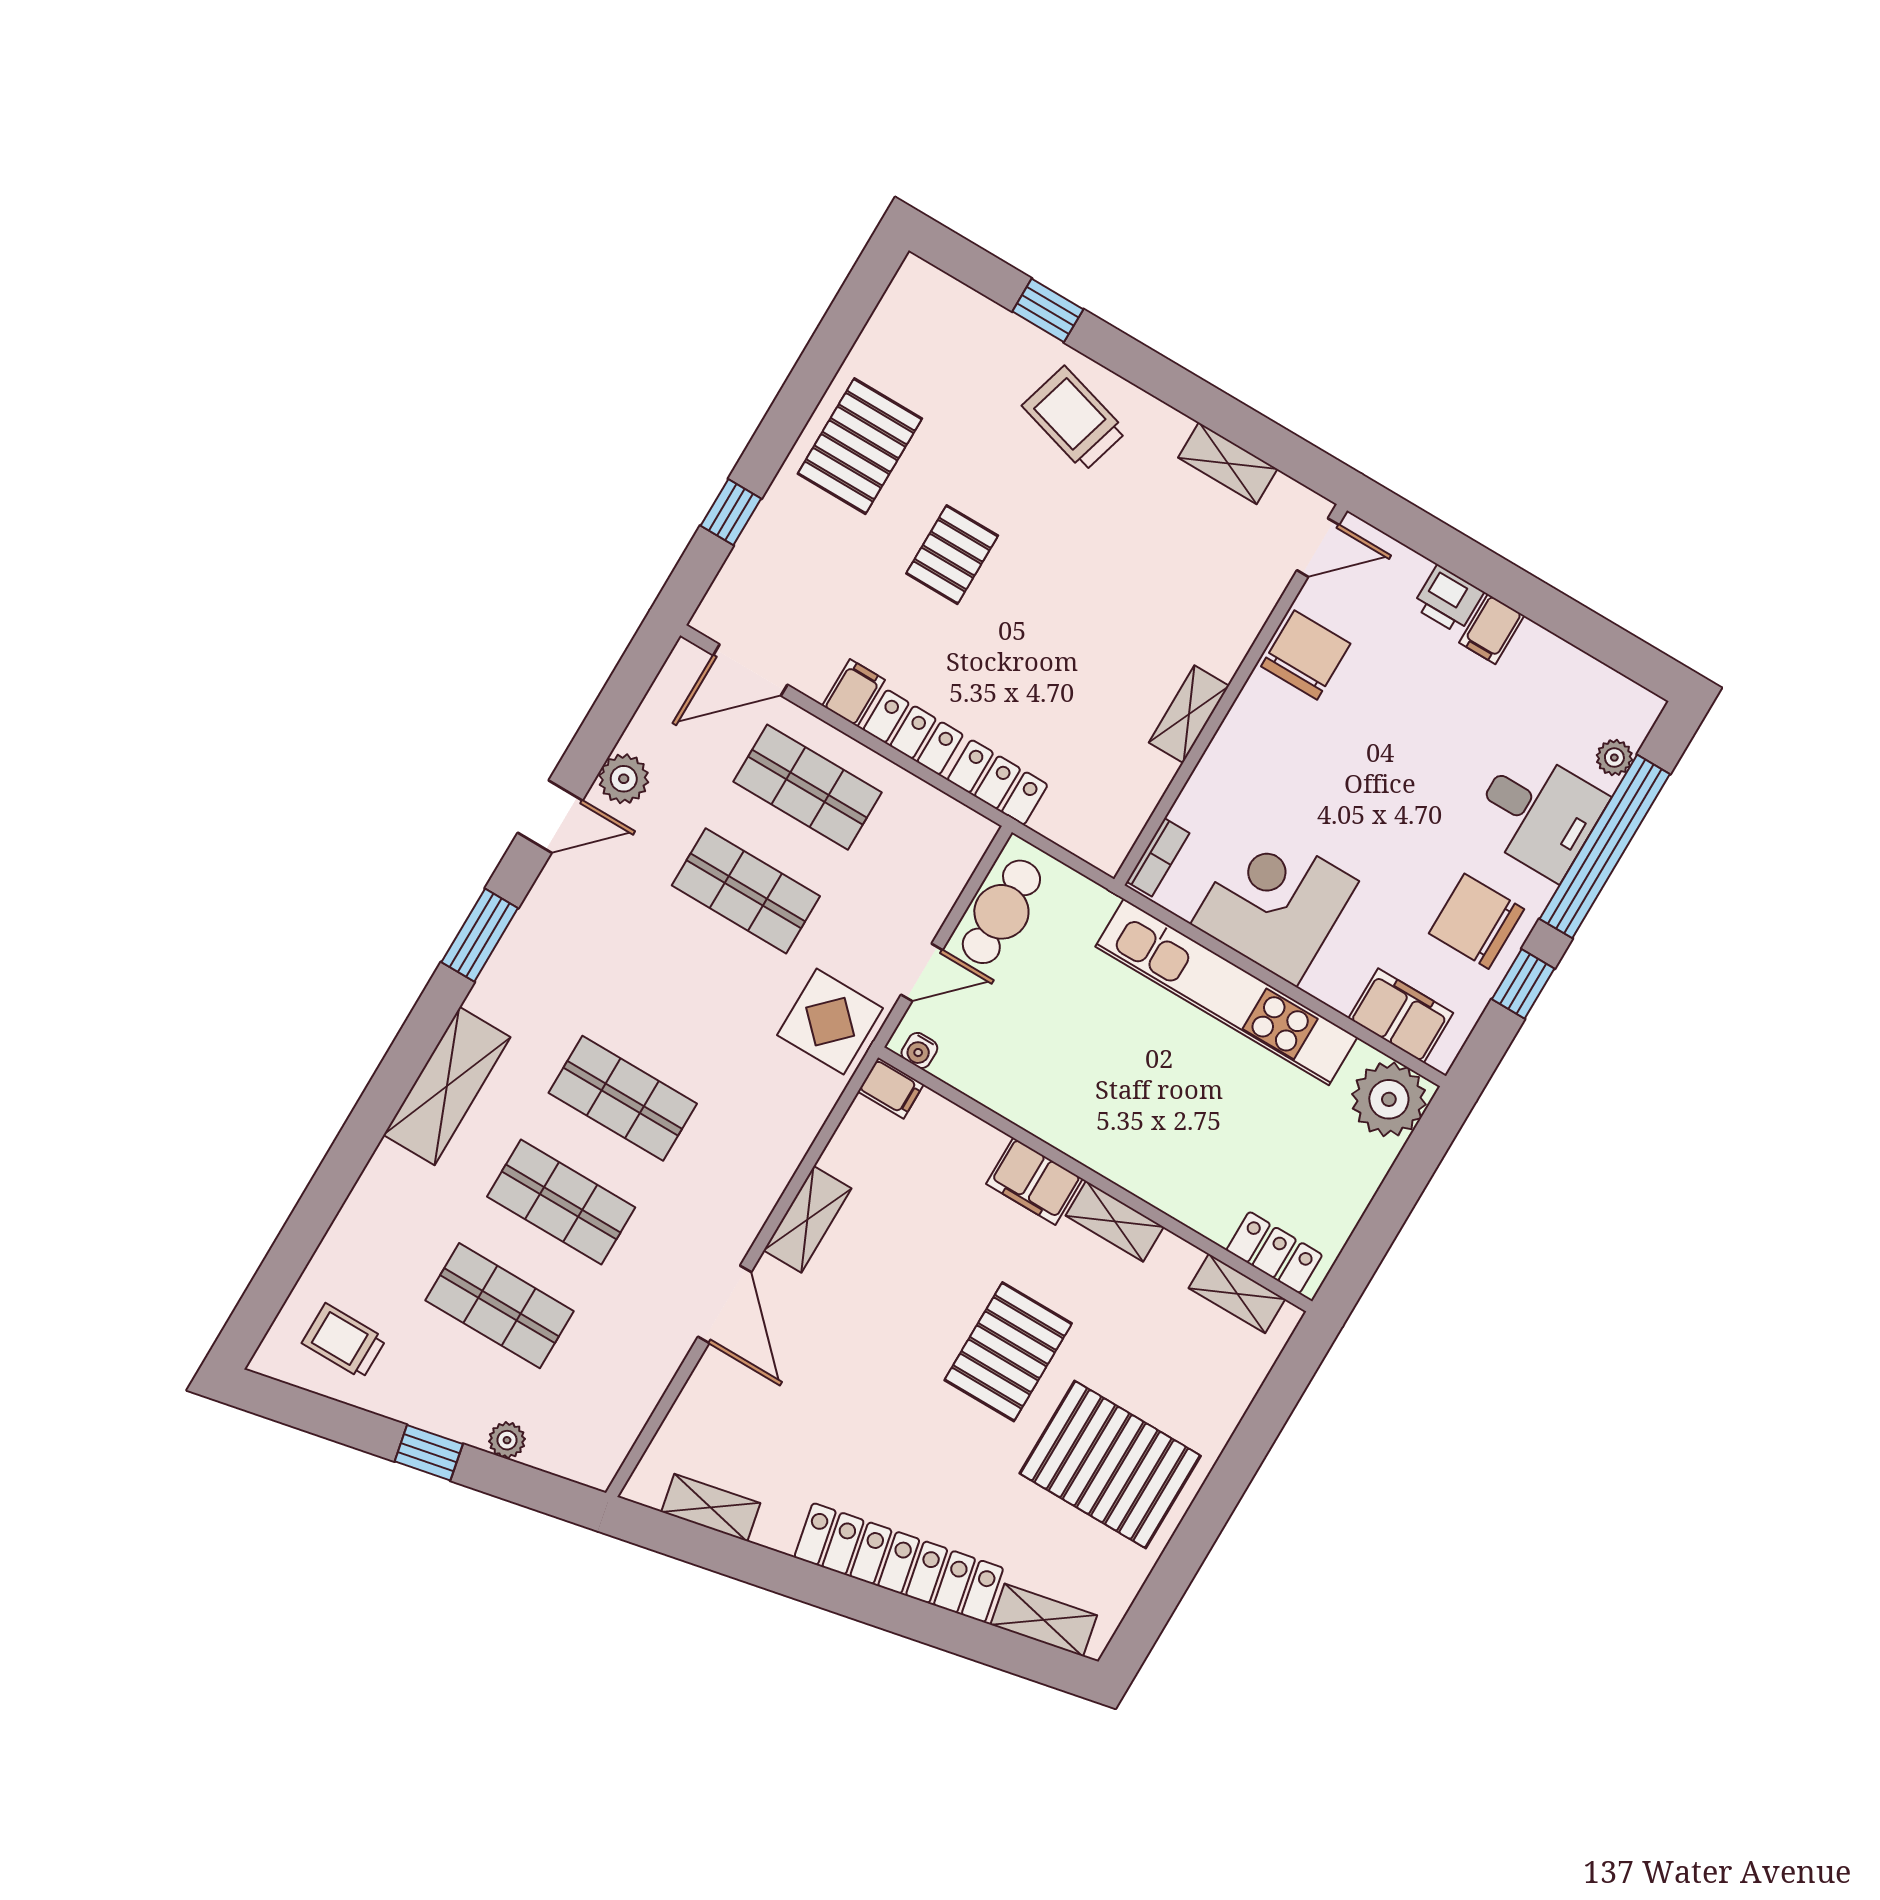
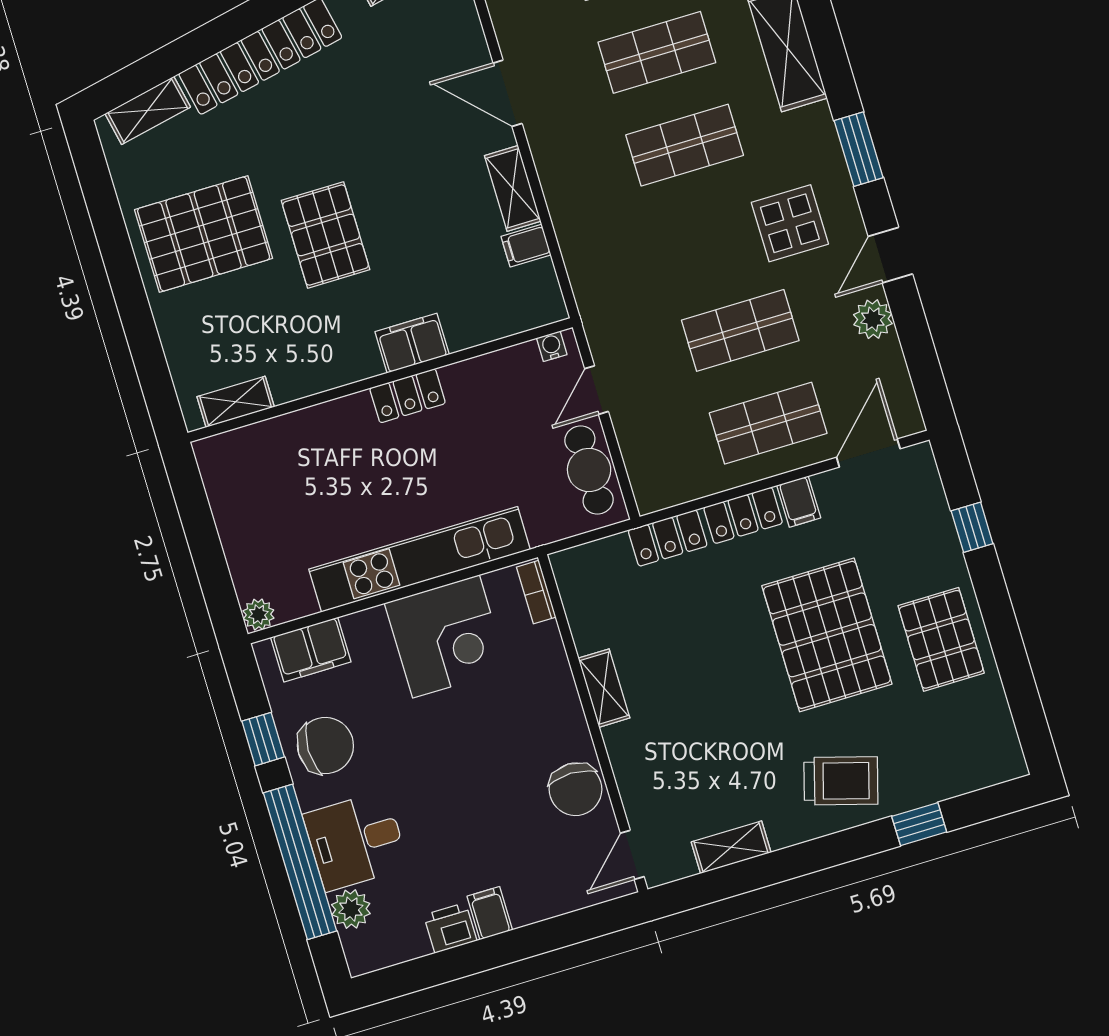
pallet: (952, 555) -> (827, 635), width x2.05, depth x2.00
printer: (1448, 599) -> (450, 928), moved
plant: (1614, 758) -> (351, 909), width x1.38, depth x1.38
display table: (830, 1022) -> (790, 223), moved
filing cabinet: (891, 1088) -> (526, 246), moved
plant: (1389, 1099) -> (258, 614), width x0.53, depth x0.53
shelving: (1115, 1221) -> (345, 369), removed
locker: (1274, 1253) -> (408, 396), moved

